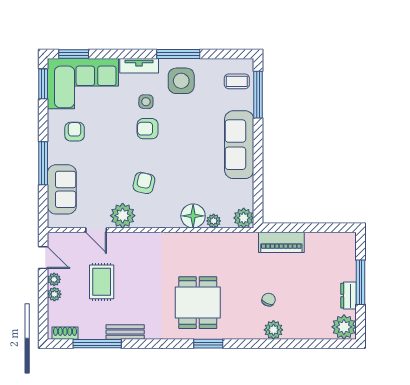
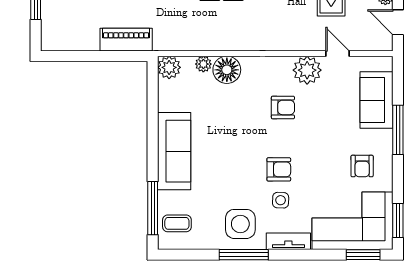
armchair: (144, 183) -> (283, 107), turned -103

